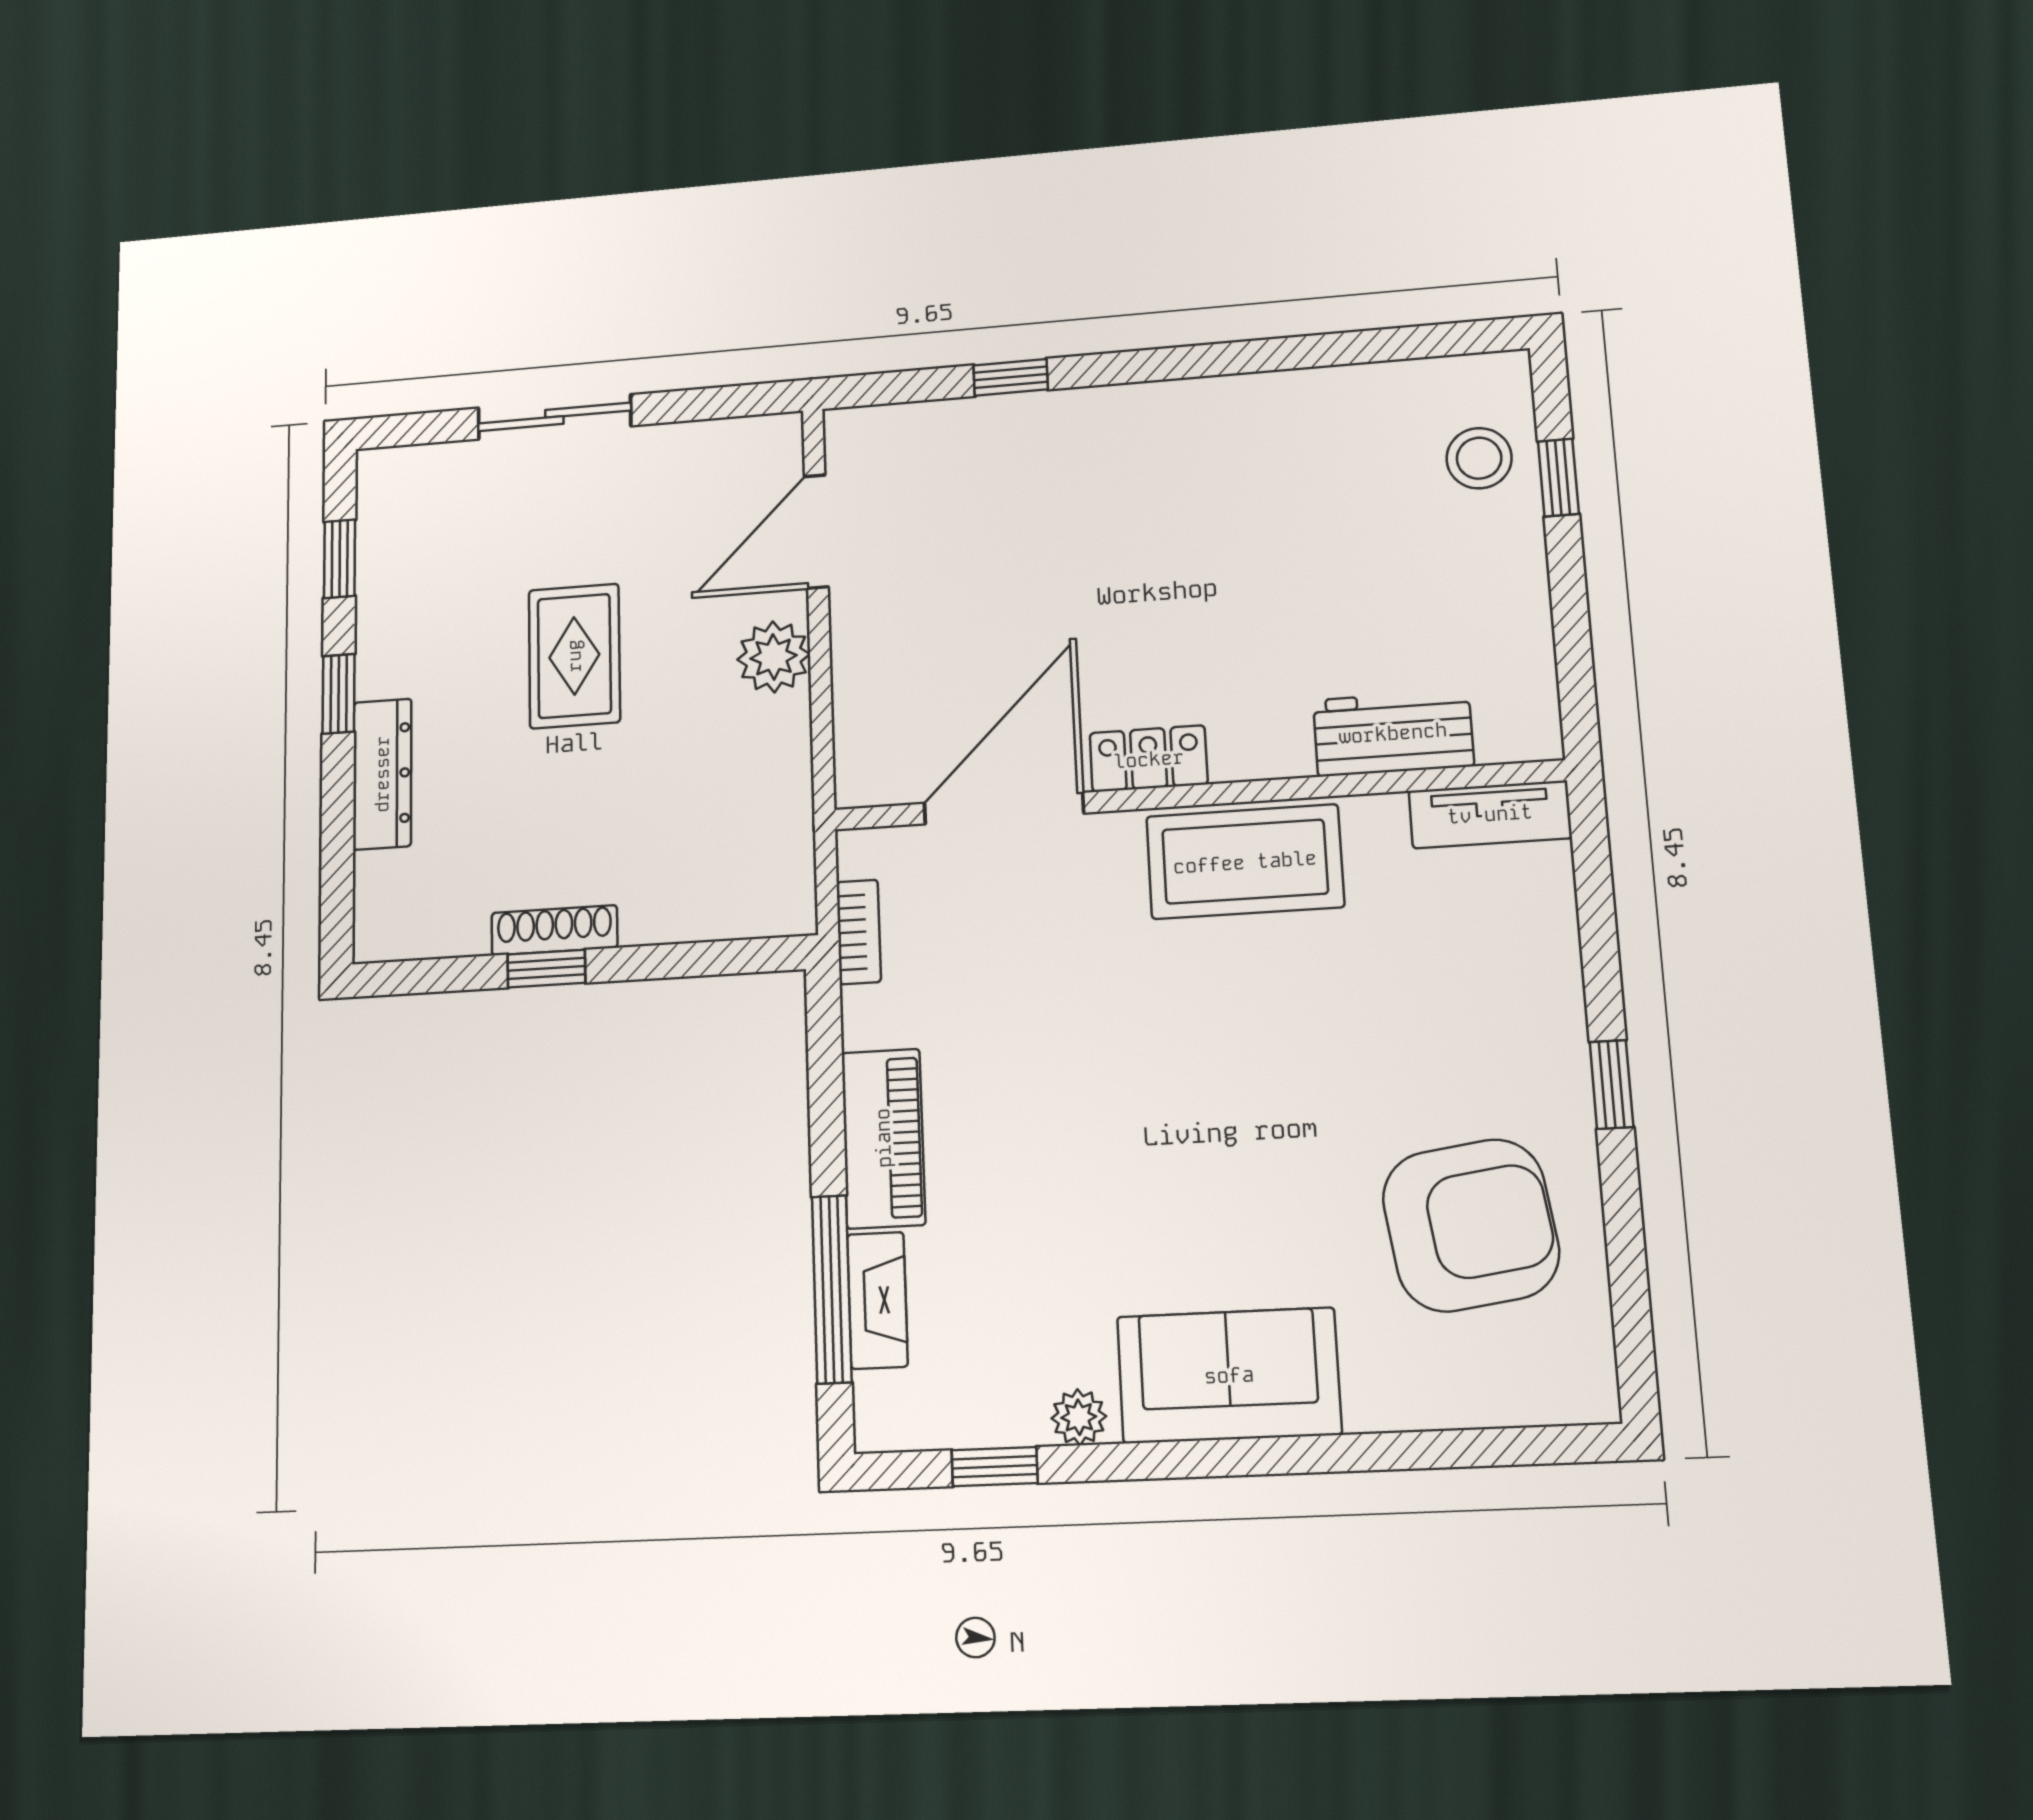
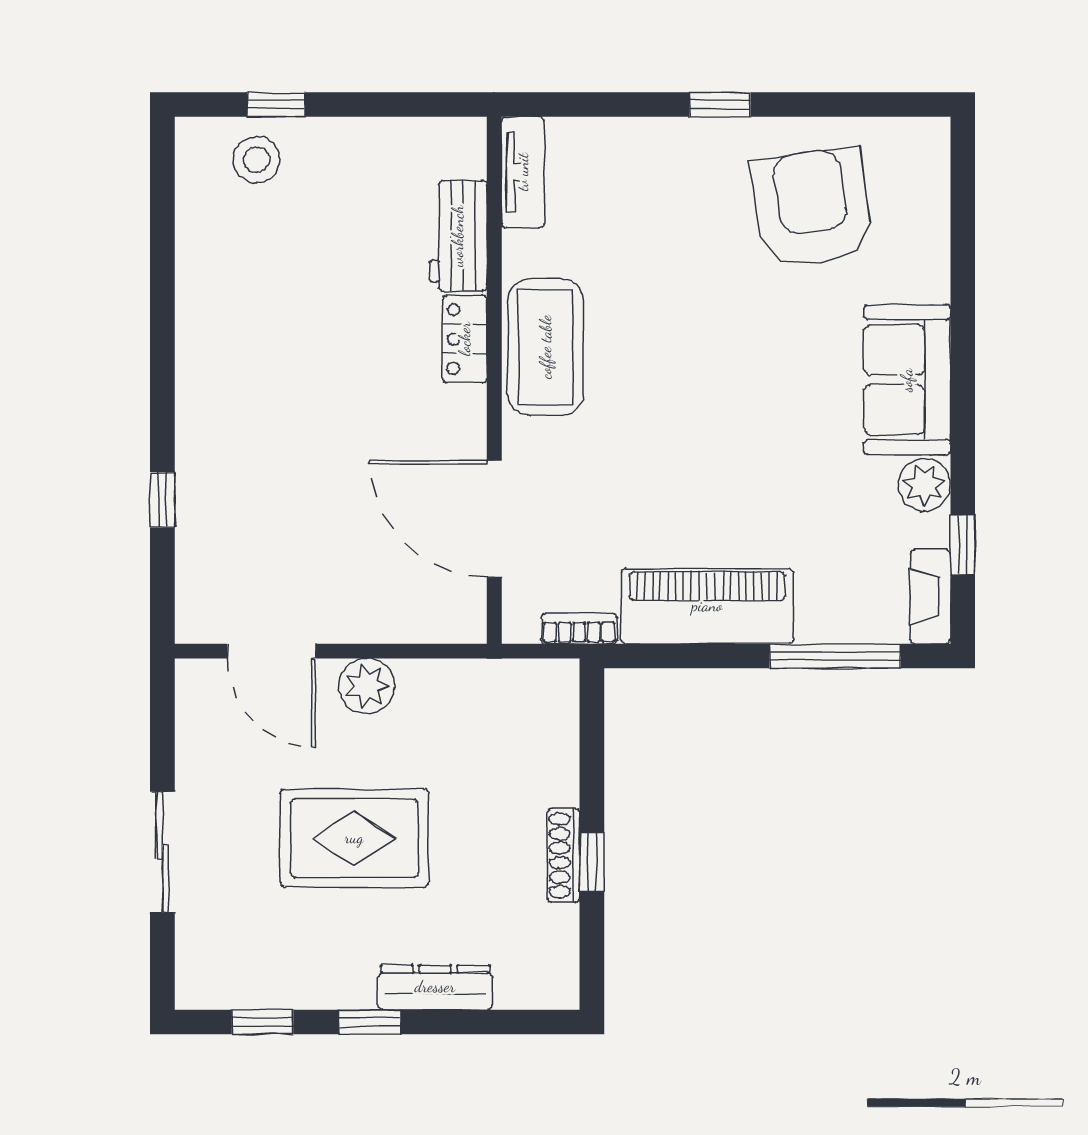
rug: (574, 656) -> (354, 838), width x1.36, depth x1.43
locker: (1149, 759) -> (465, 339), moved
piano: (883, 1138) -> (707, 606), width x1.37, depth x1.33
fireplace: (877, 1300) -> (930, 597), moved, turned -90
plant: (1079, 1417) -> (924, 485), width x1.38, depth x1.38

